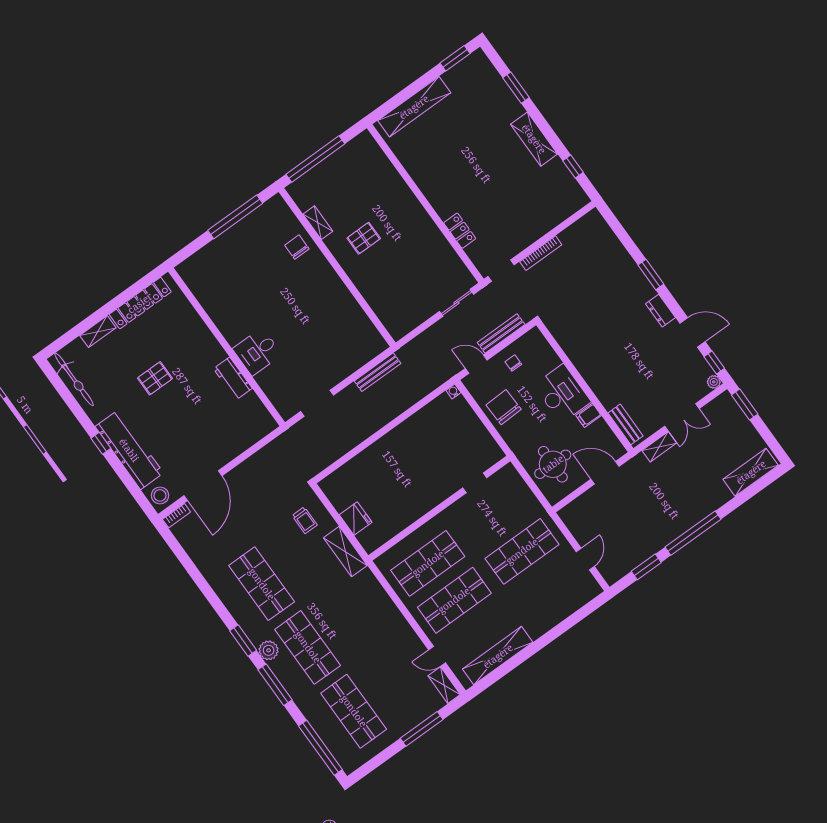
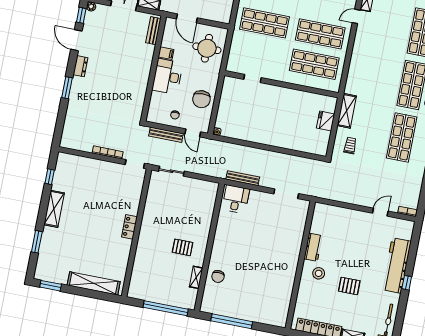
locker: (460, 231) -> (129, 227), moved
desk: (257, 352) -> (236, 199), moved, turned -90
door: (203, 486) -> (380, 212), width x0.53
stool: (160, 495) -> (319, 273), moved
door: (437, 656) -> (356, 16), swing flipped

